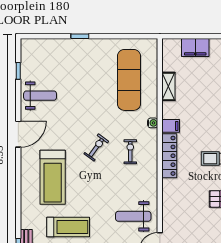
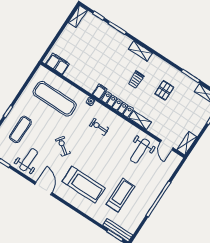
filing cabinet: (195, 48) -> (58, 64), moved, turned -90
exercise mat: (68, 64) -> (20, 129), added
shelving: (168, 86) -> (140, 120), moved
exercise bike: (96, 148) -> (63, 146), moved

